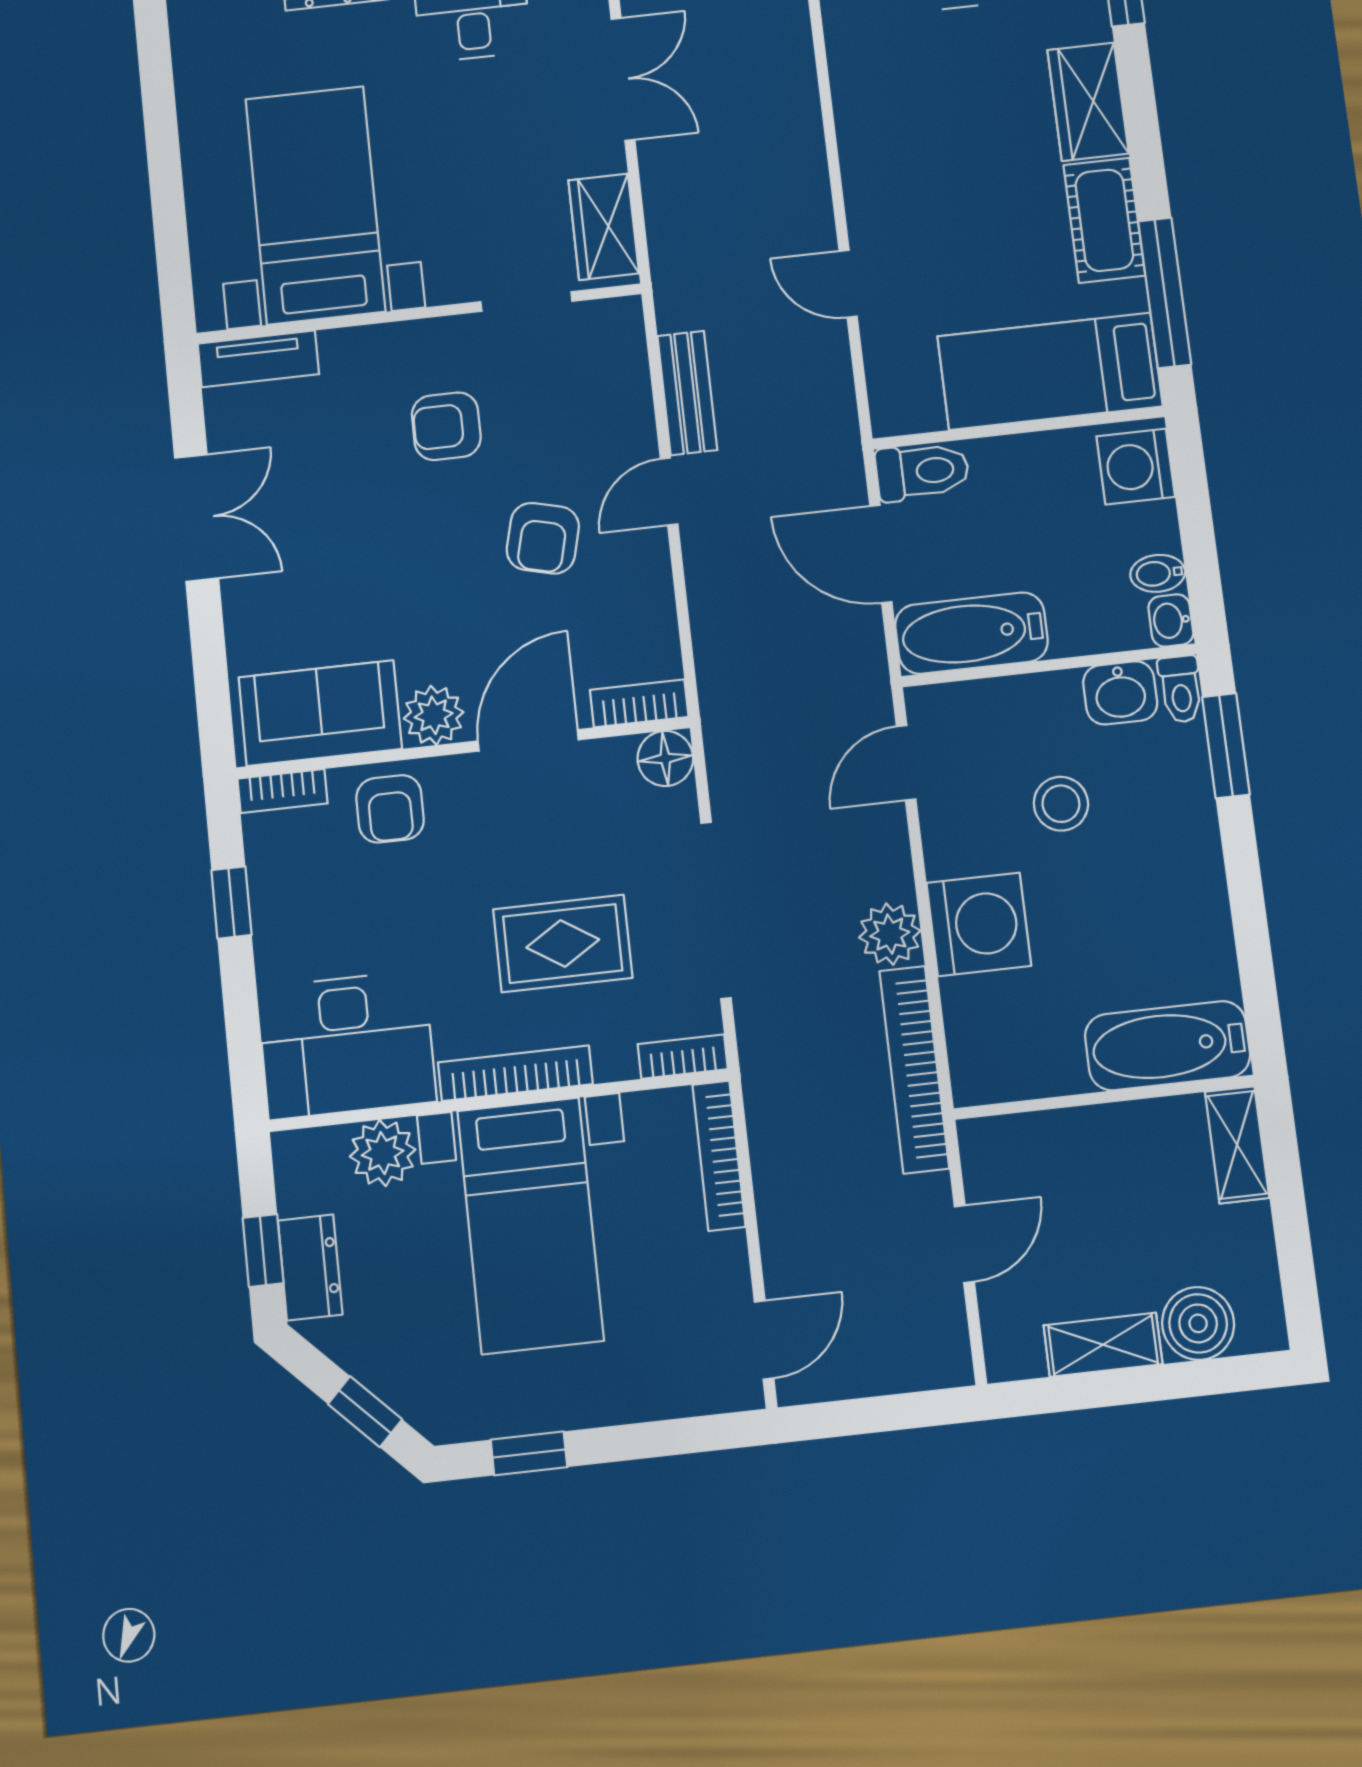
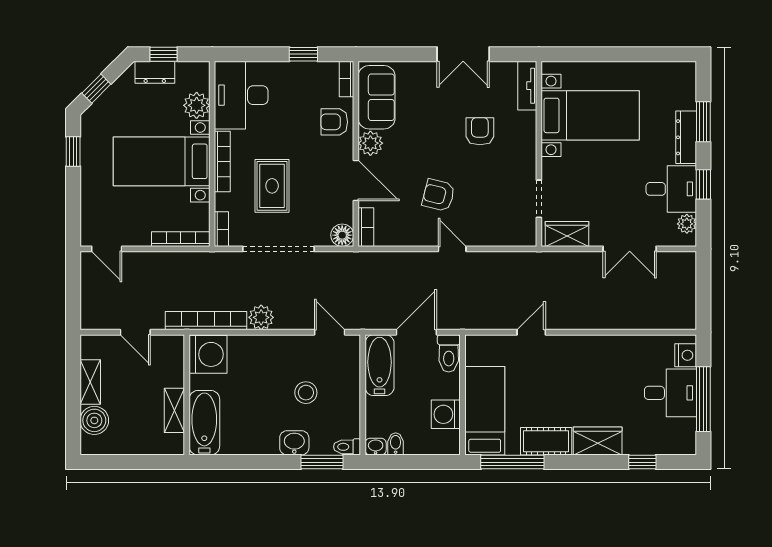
bench: (687, 393) -> (493, 261), removed
armchair: (446, 426) -> (480, 131), moved
washing machine: (1136, 467) -> (446, 414), moved, turned -90
washbasin: (1120, 693) -> (294, 443), moved, turned 90
washing machine: (979, 924) -> (208, 354), moved, turned -90
shelving: (1237, 1145) -> (174, 410), moved, turned 90

